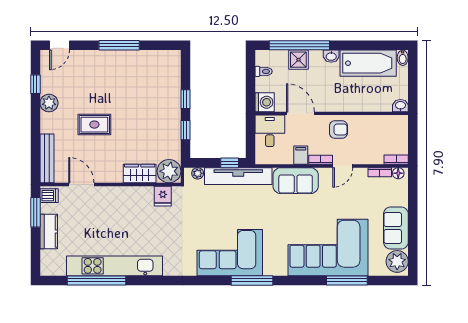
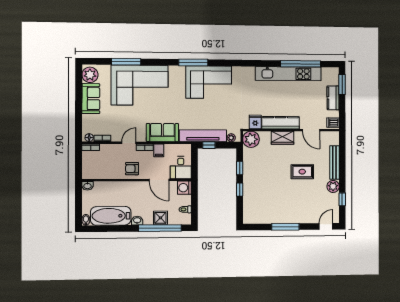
bench: (47, 158) -> (334, 162), moved
wardrobe: (140, 174) -> (282, 138), moved
kitchen counter: (126, 195) -> (281, 123), added
window: (35, 212) -> (342, 85), moved

